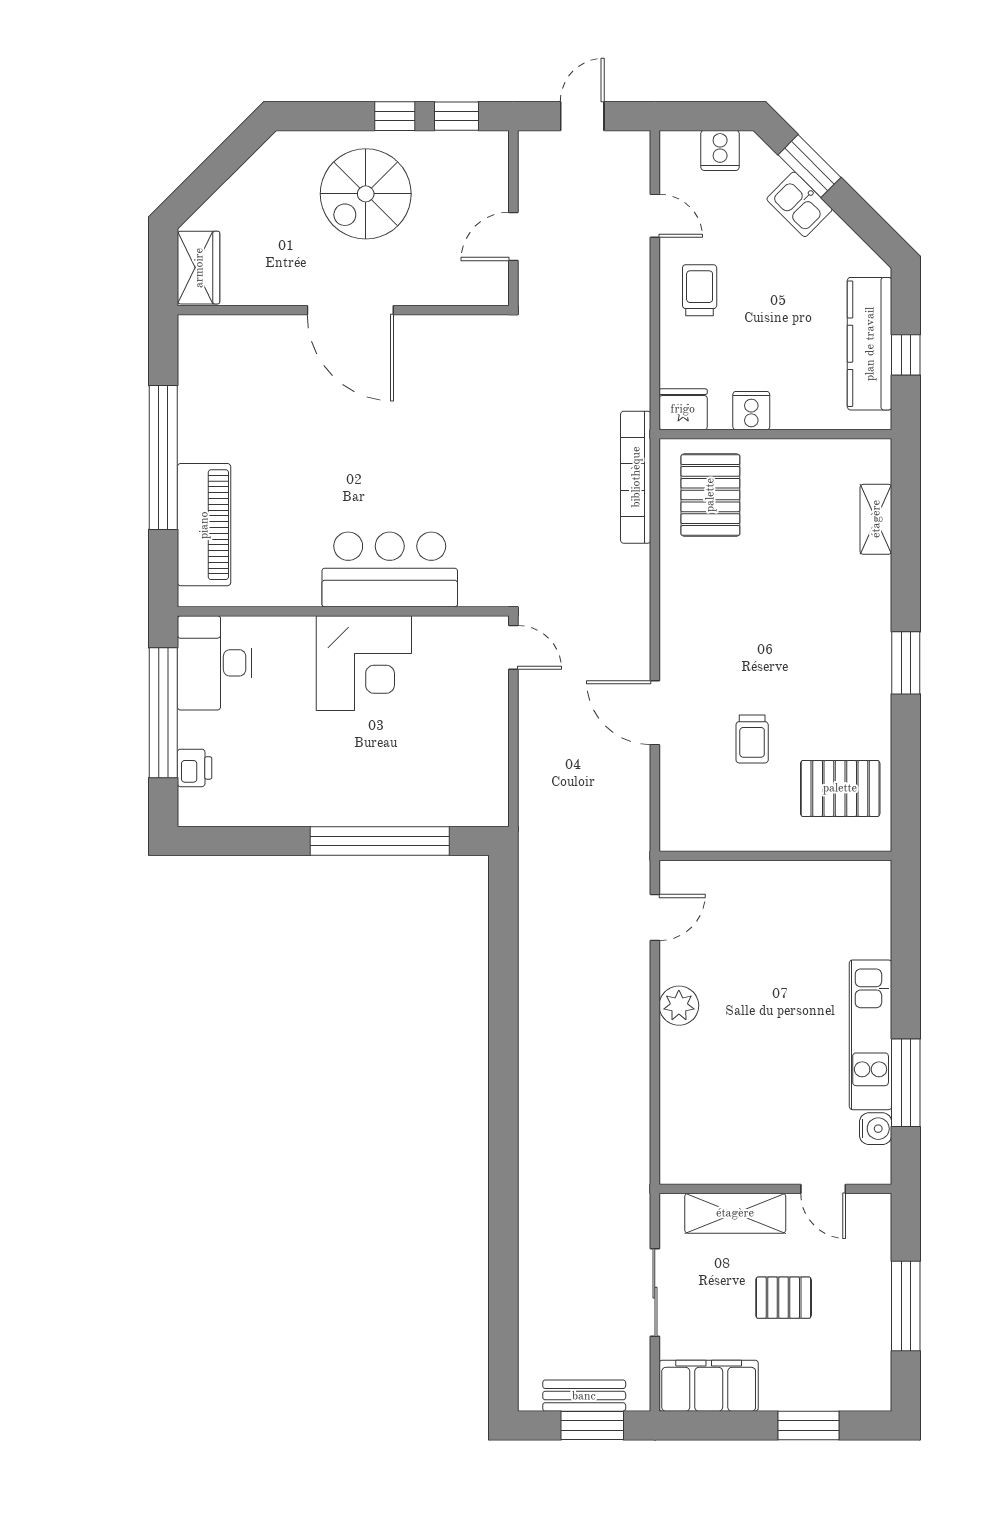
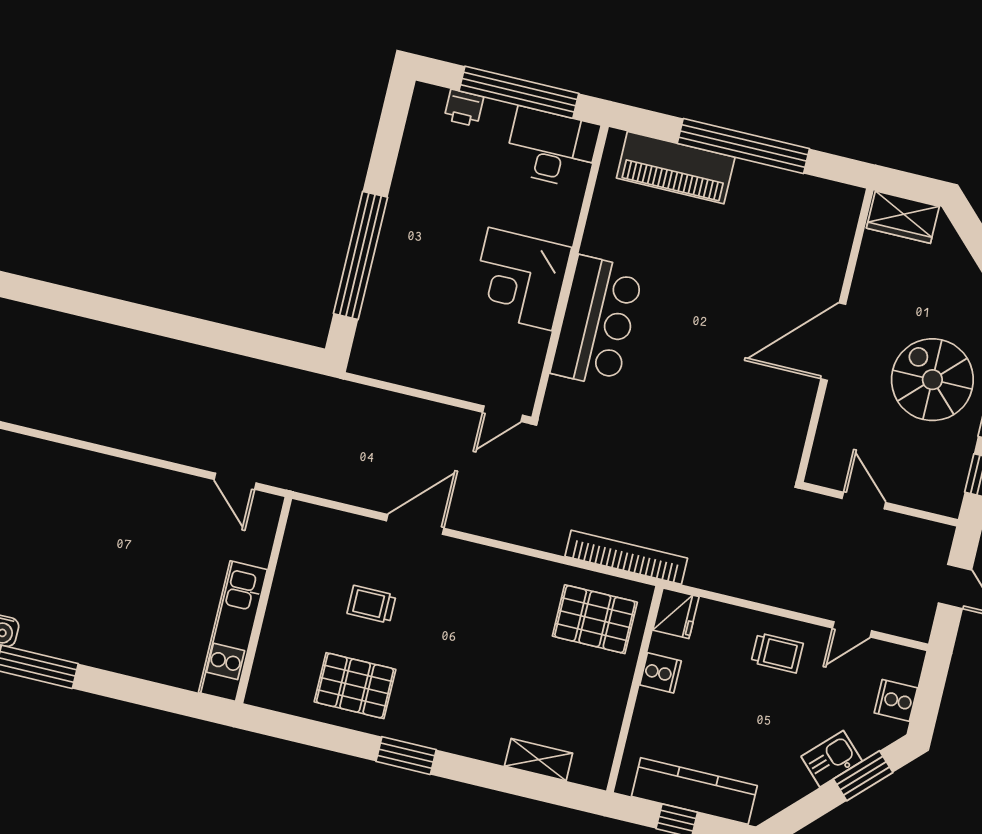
pallet: (840, 788) -> (355, 686), moved, turned 90
plant: (679, 1006) -> (153, 484), removed
kitchen unit: (871, 1035) -> (233, 631), moved, turned -90

